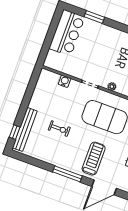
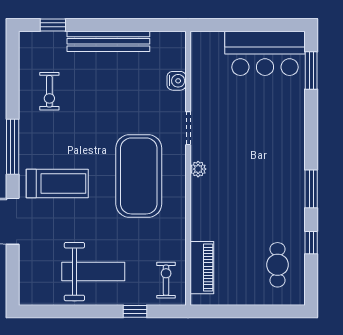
window: (94, 17) -> (311, 71), moved
bench: (25, 129) -> (108, 41), moved
exercise bike: (59, 129) -> (49, 91), moved

